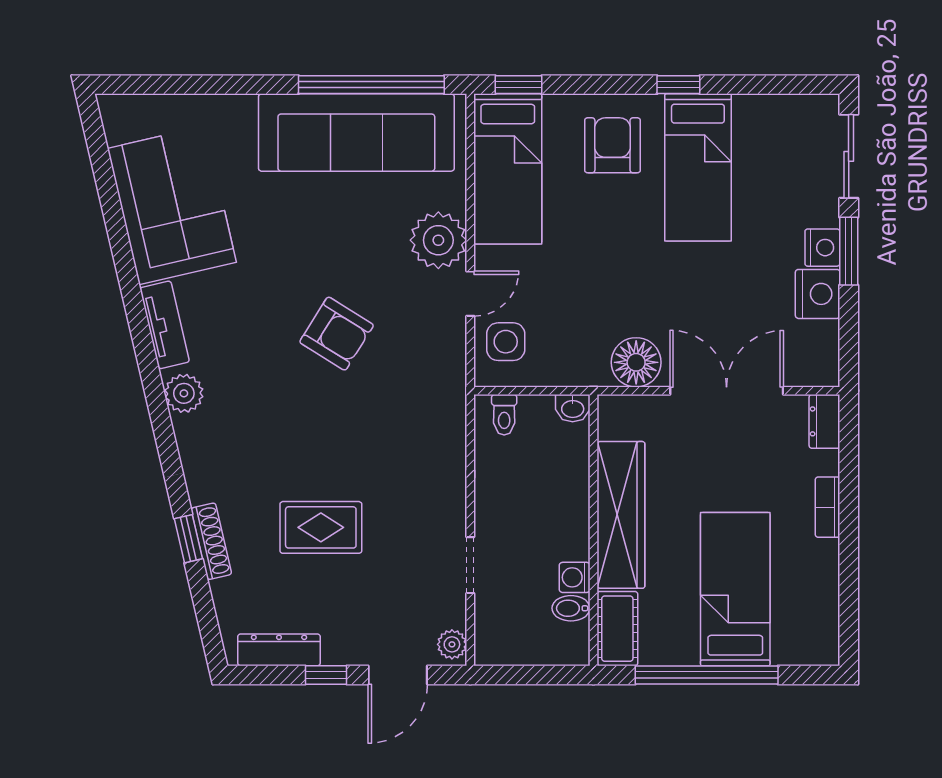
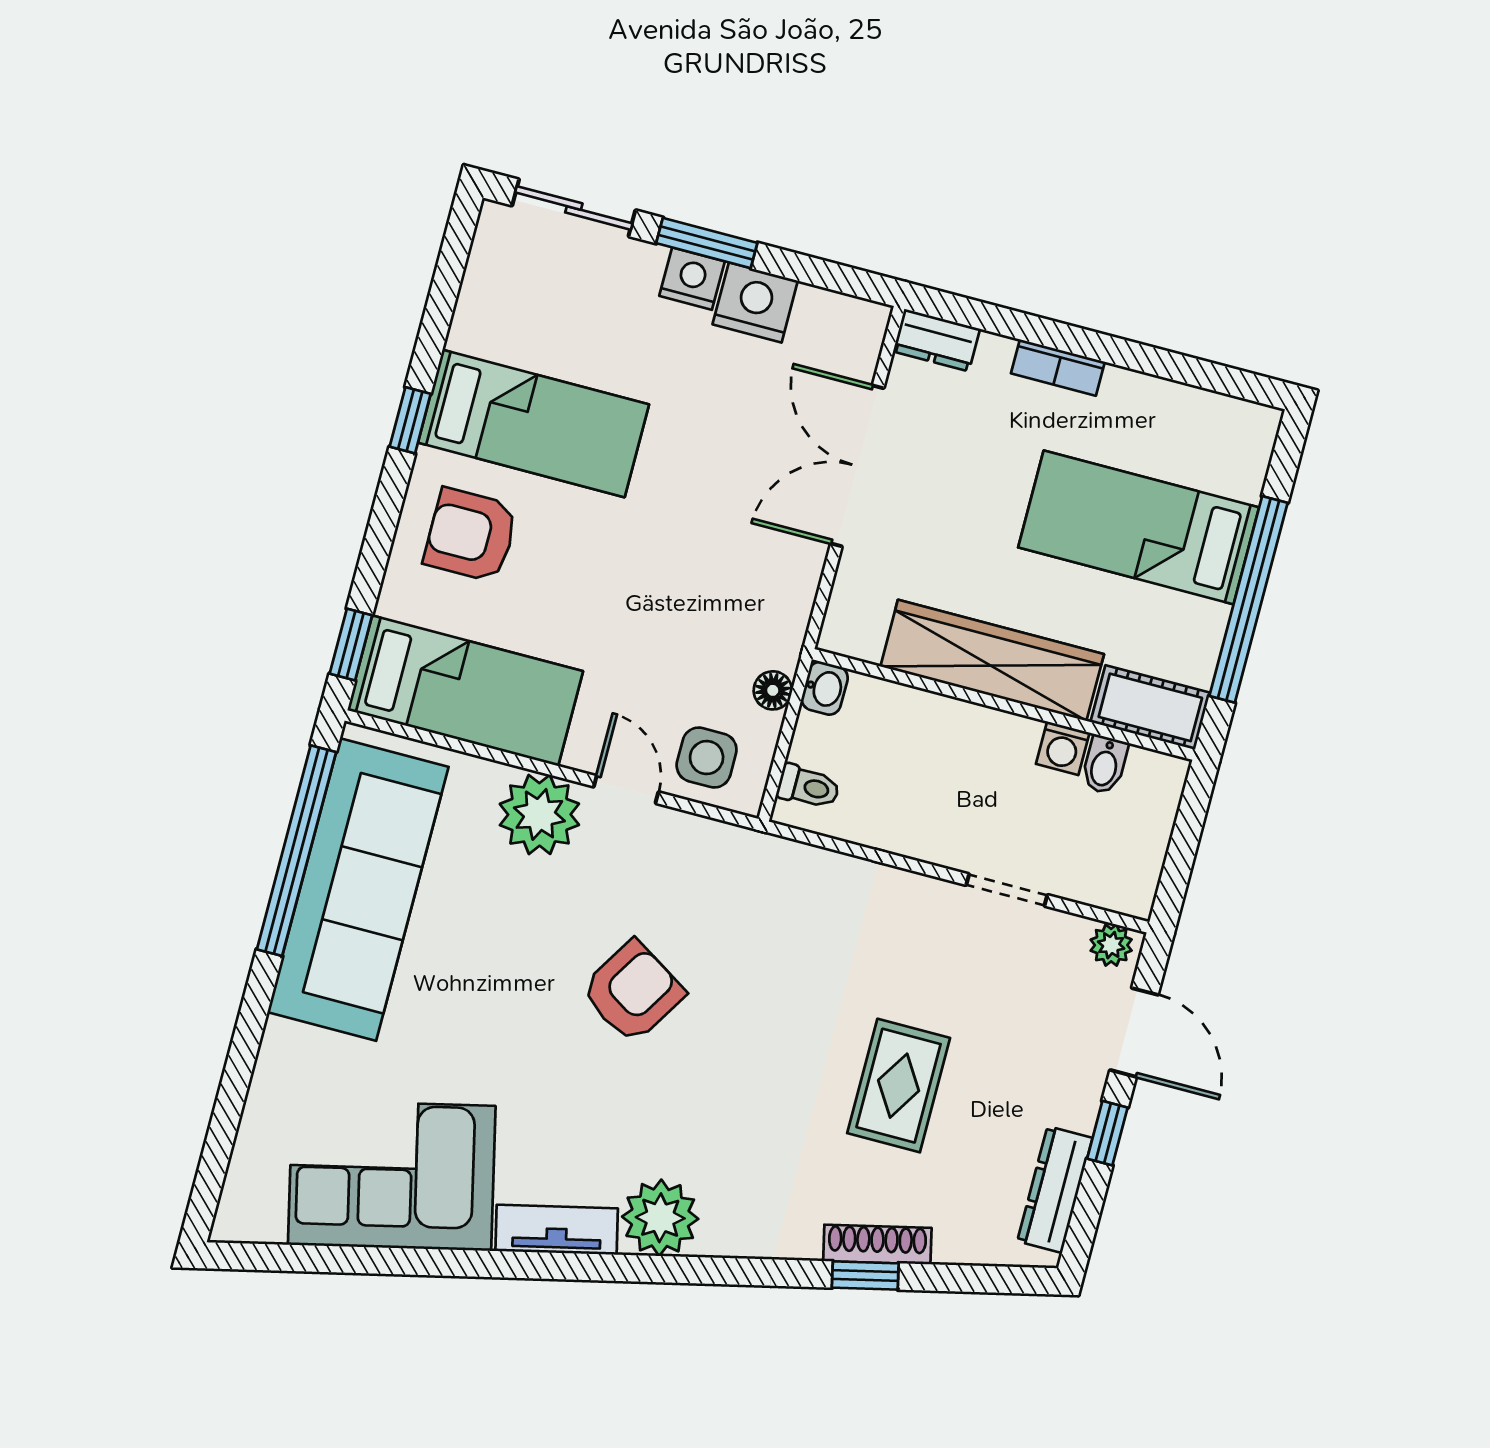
floor lamp: (636, 362) -> (773, 690), moved, width x0.53, depth x0.53
plant: (184, 393) -> (660, 1218), width x1.36, depth x1.36

